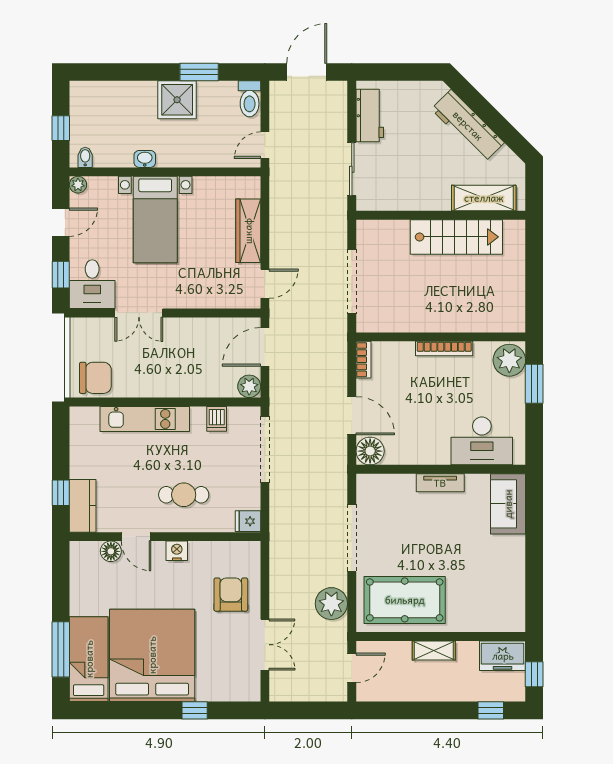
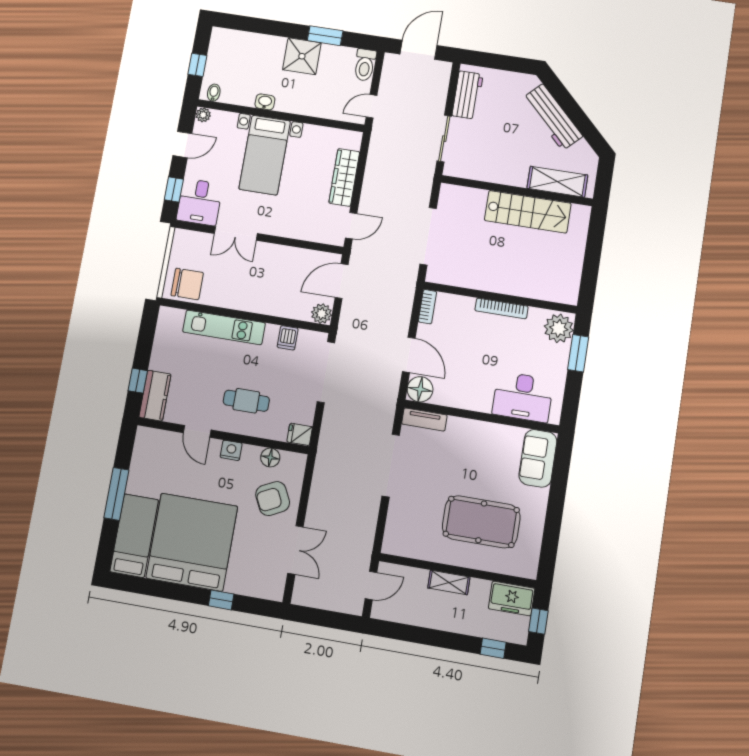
tv unit: (440, 483) -> (424, 420), moved
floor lamp: (111, 551) -> (270, 457), moved
armchair: (231, 595) -> (273, 499), turned -116
pool table: (405, 600) -> (481, 522), moved
plant: (331, 604) -> (362, 523), removed
window: (61, 649) -> (116, 494), moved

